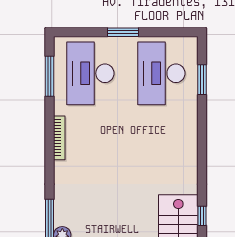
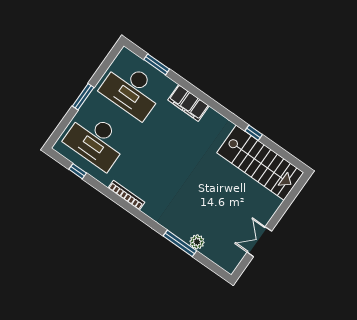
window: (50, 76) -> (78, 171), width x0.46
filing cabinet: (187, 135) -> (188, 103), added

